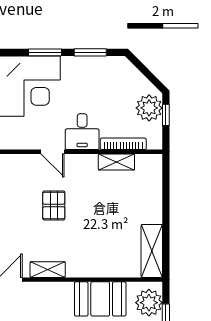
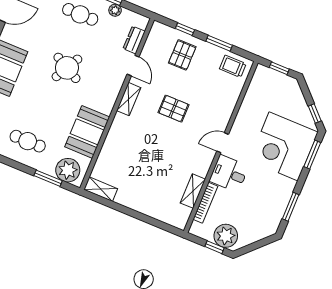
window: (45, 52) -> (312, 155), moved
pallet: (54, 205) -> (174, 109), moved
shelving: (152, 251) -> (101, 189), width x0.67, depth x0.75

